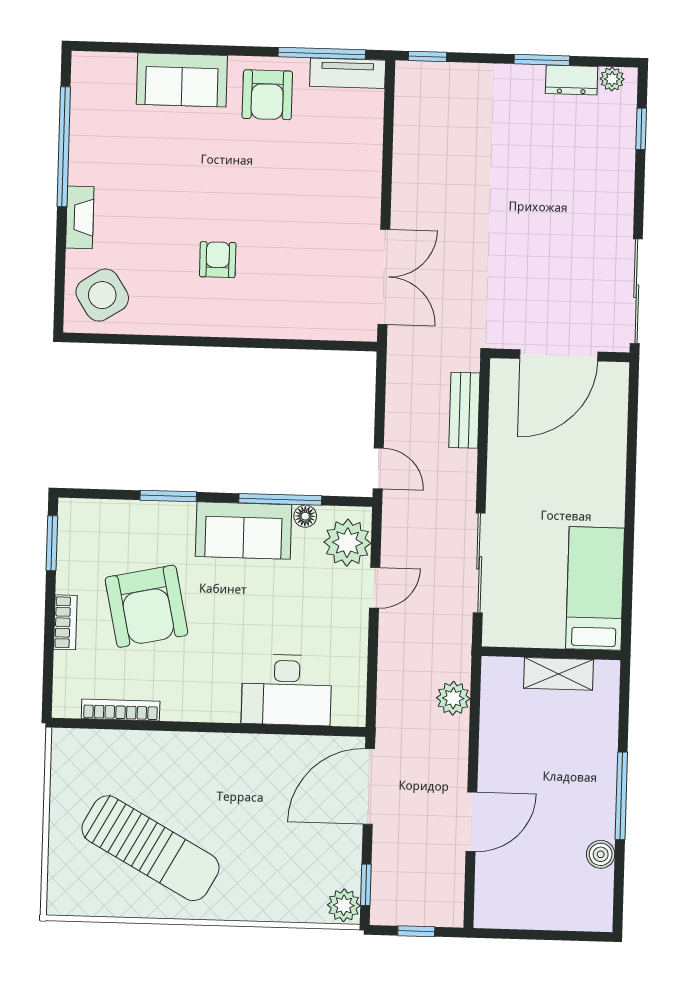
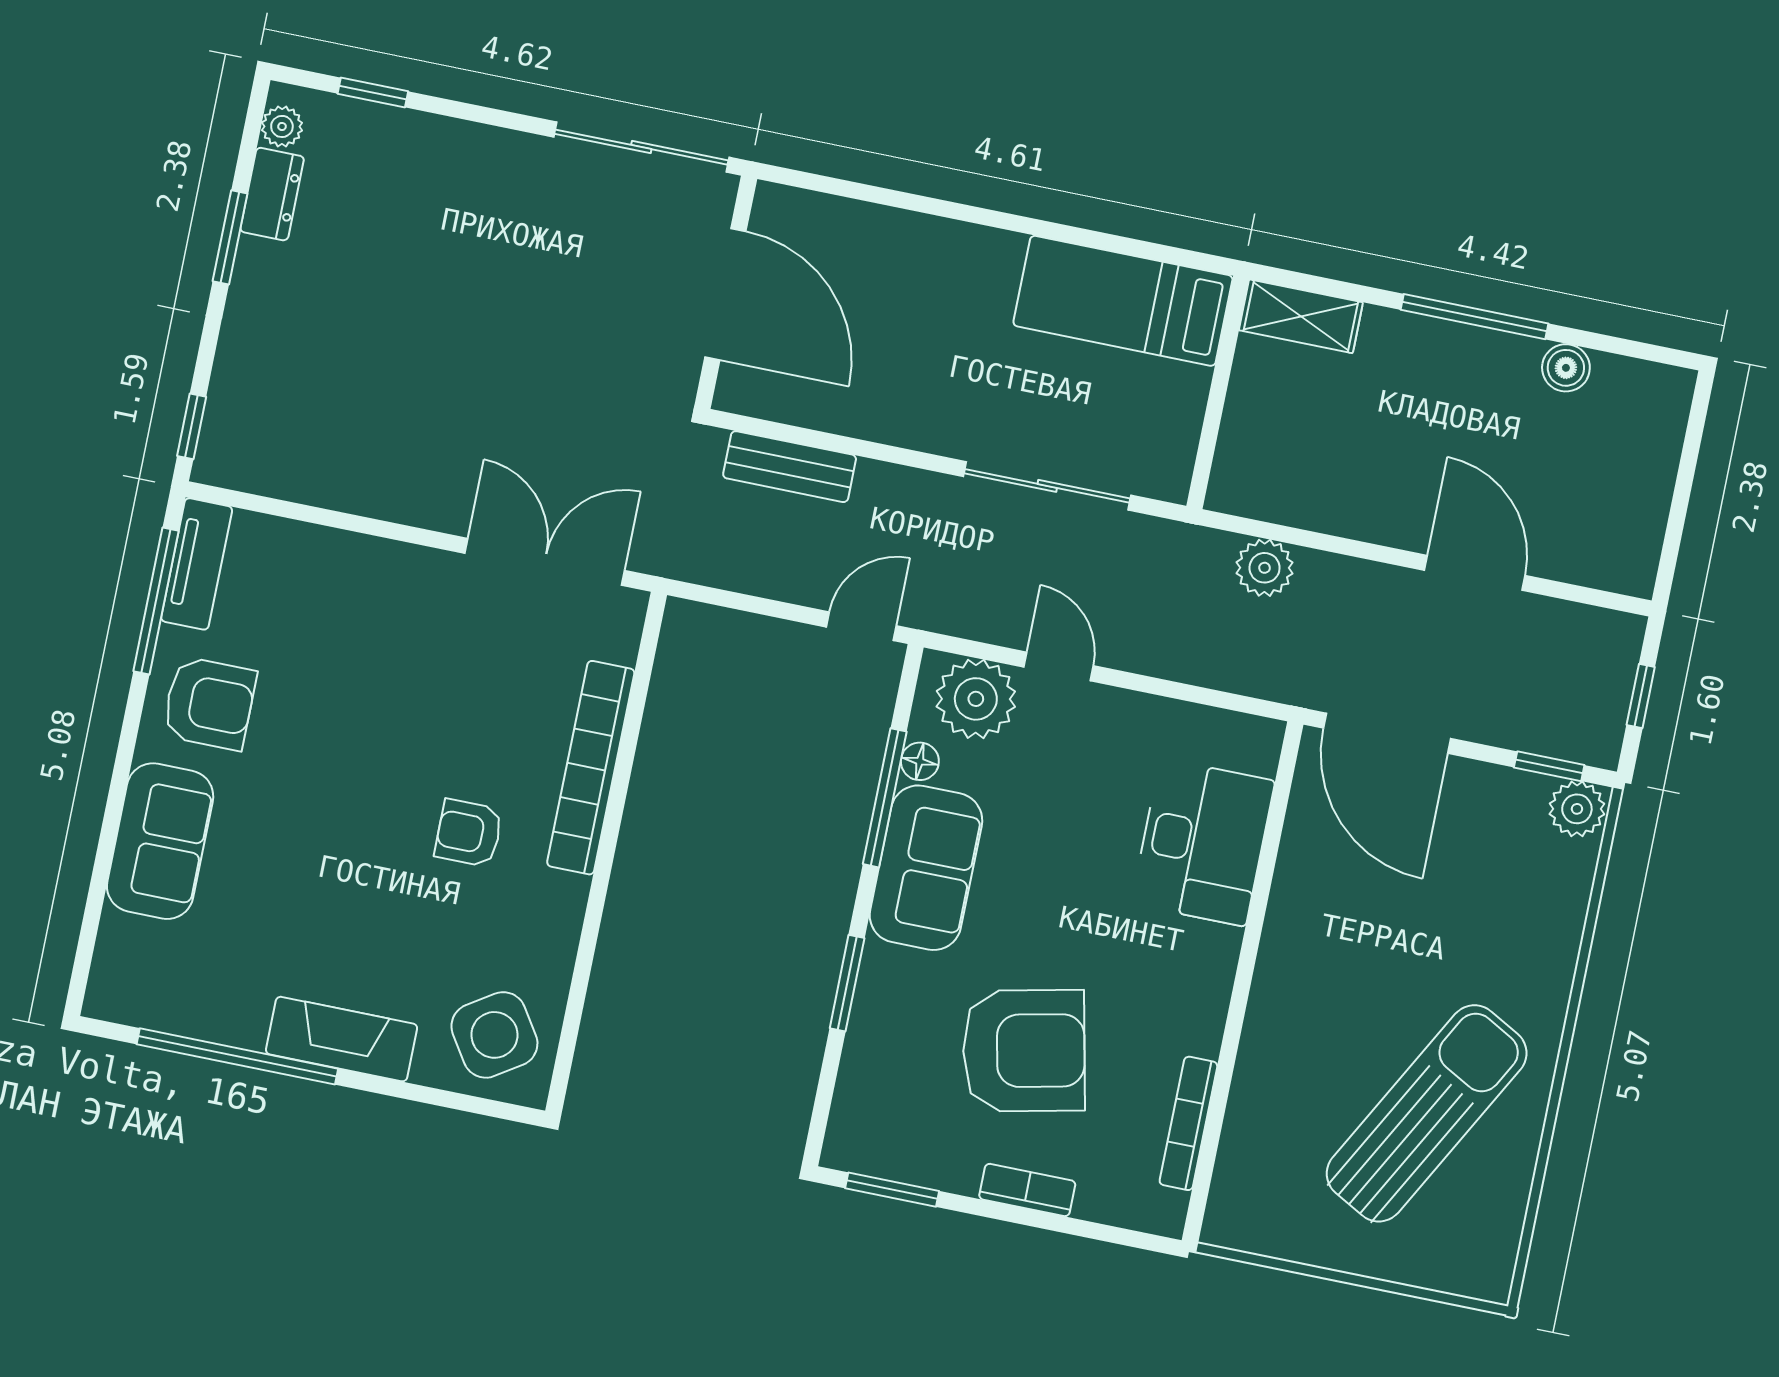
fireplace: (80, 217) -> (342, 1039), width x1.37, depth x1.32
bookcase: (268, 324) -> (591, 768), added
shelving: (559, 674) -> (1301, 316), moved, turned 90

